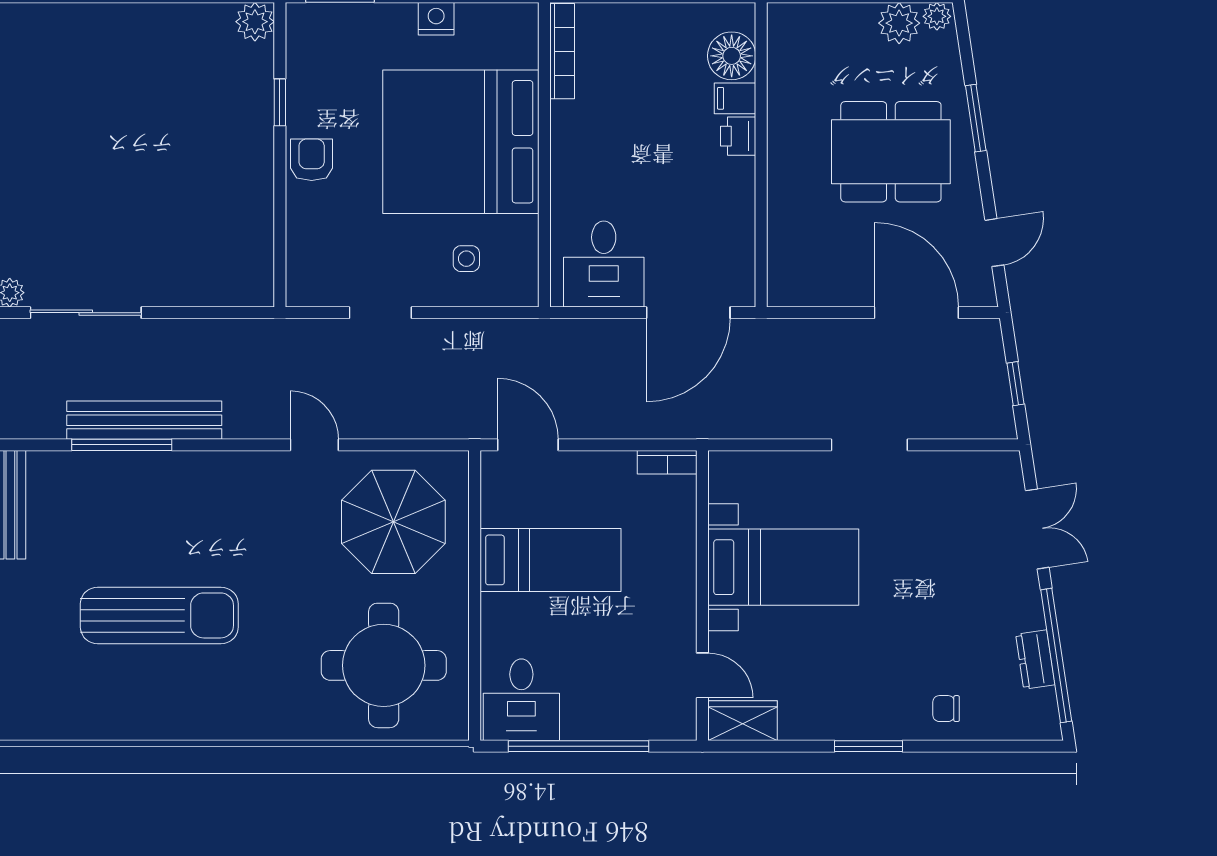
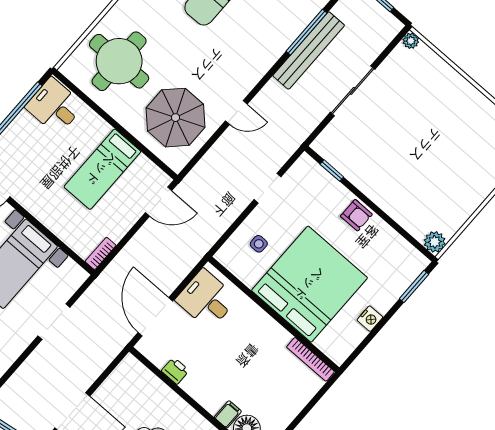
window: (280, 102) -> (332, 171), moved
printer: (738, 136) -> (175, 371), moved
sliding door: (86, 313) -> (352, 91), moved
doorway: (869, 445) -> (54, 322), moved

